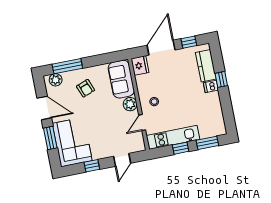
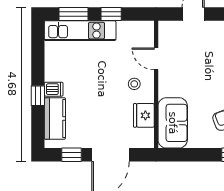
fridge: (140, 66) -> (144, 115), moved
plant: (130, 104) -> (167, 87), removed
door: (142, 122) -> (156, 59), swing flipped
kitchen unit: (173, 137) -> (80, 31), moved

